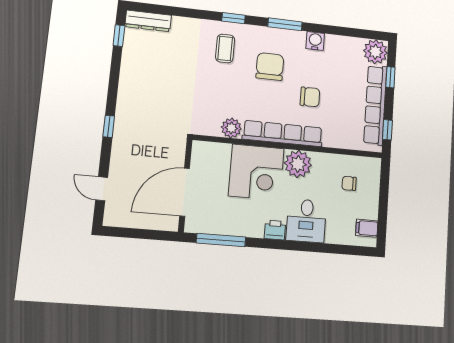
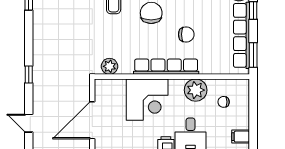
plant: (231, 128) -> (110, 66), moved
window: (387, 130) -> (253, 55), width x1.50
plant: (298, 164) -> (196, 90), moved

